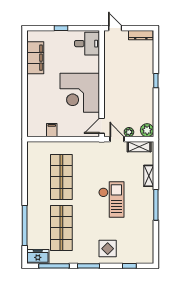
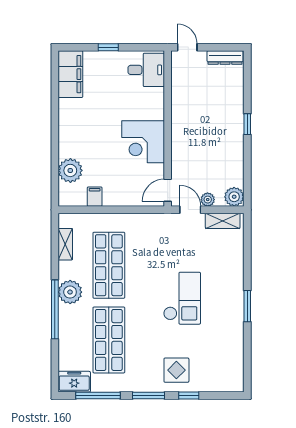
filing cabinet: (35, 58) -> (70, 74), moved
corner desk: (80, 93) -> (143, 142), width x0.74, depth x0.74
plant: (35, 112) -> (70, 170), added
shelving: (149, 176) -> (65, 244), moved
plant: (35, 195) -> (70, 292), added
window: (156, 205) -> (247, 306), width x0.69
window: (25, 226) -> (55, 309), moved
window: (129, 266) -> (189, 395), moved

